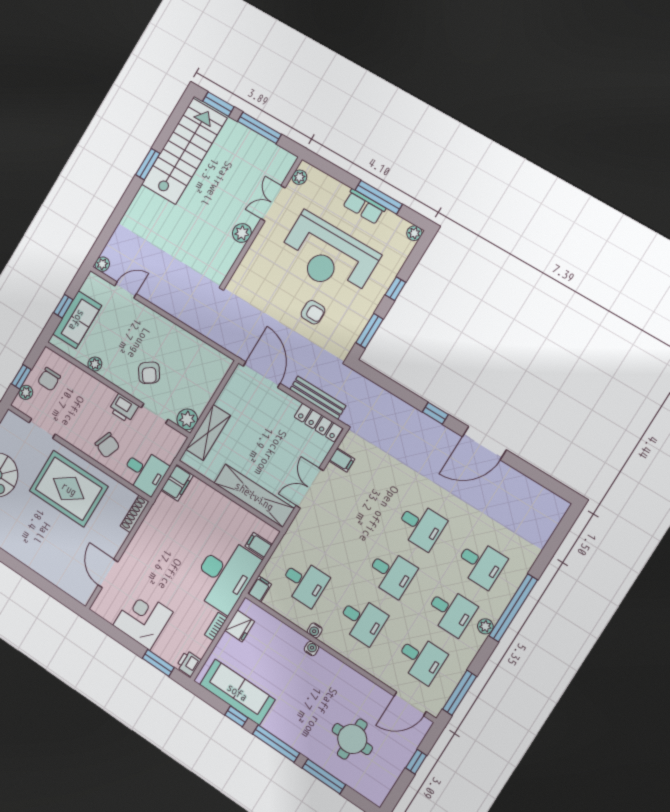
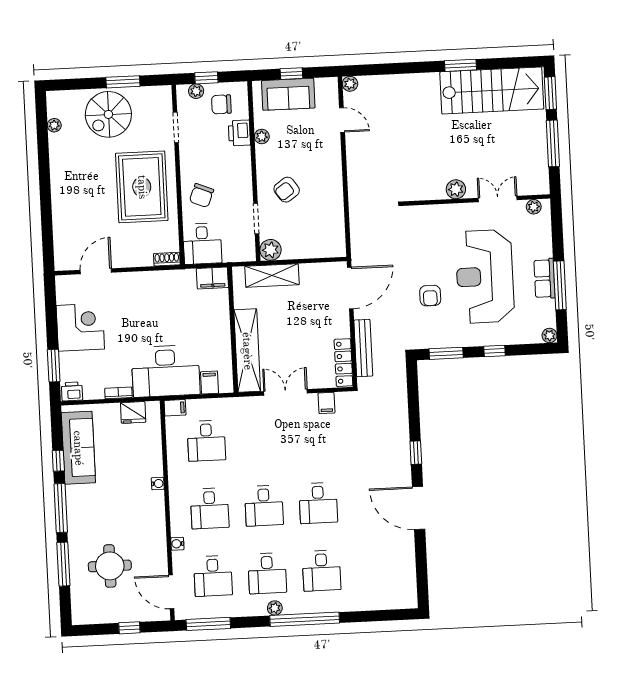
printer: (124, 408) -> (239, 133), moved
shoe rack: (135, 514) -> (167, 259), width x0.70
water cooler: (315, 630) -> (177, 544), moved

